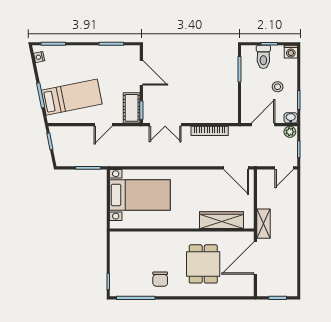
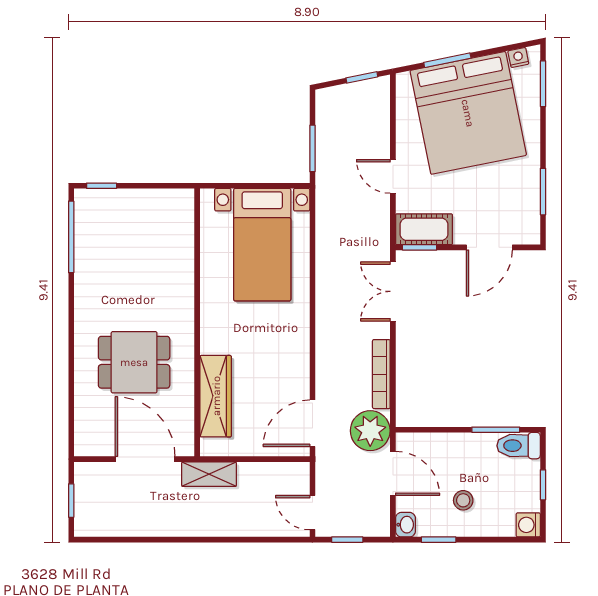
toilet: (263, 57) -> (519, 446), moved
bed: (72, 97) -> (468, 113), width x2.04
plant: (290, 132) -> (370, 431), moved, width x1.88, depth x1.88
chair: (160, 279) -> (106, 282), removed

